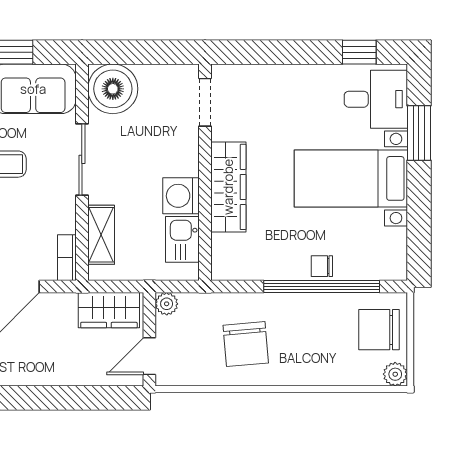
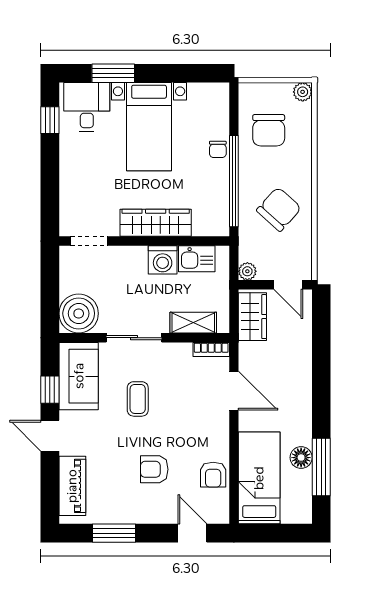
window: (322, 287) -> (234, 181), moved
chair: (379, 330) -> (269, 130), moved
chair: (246, 344) -> (279, 209), turned -43

